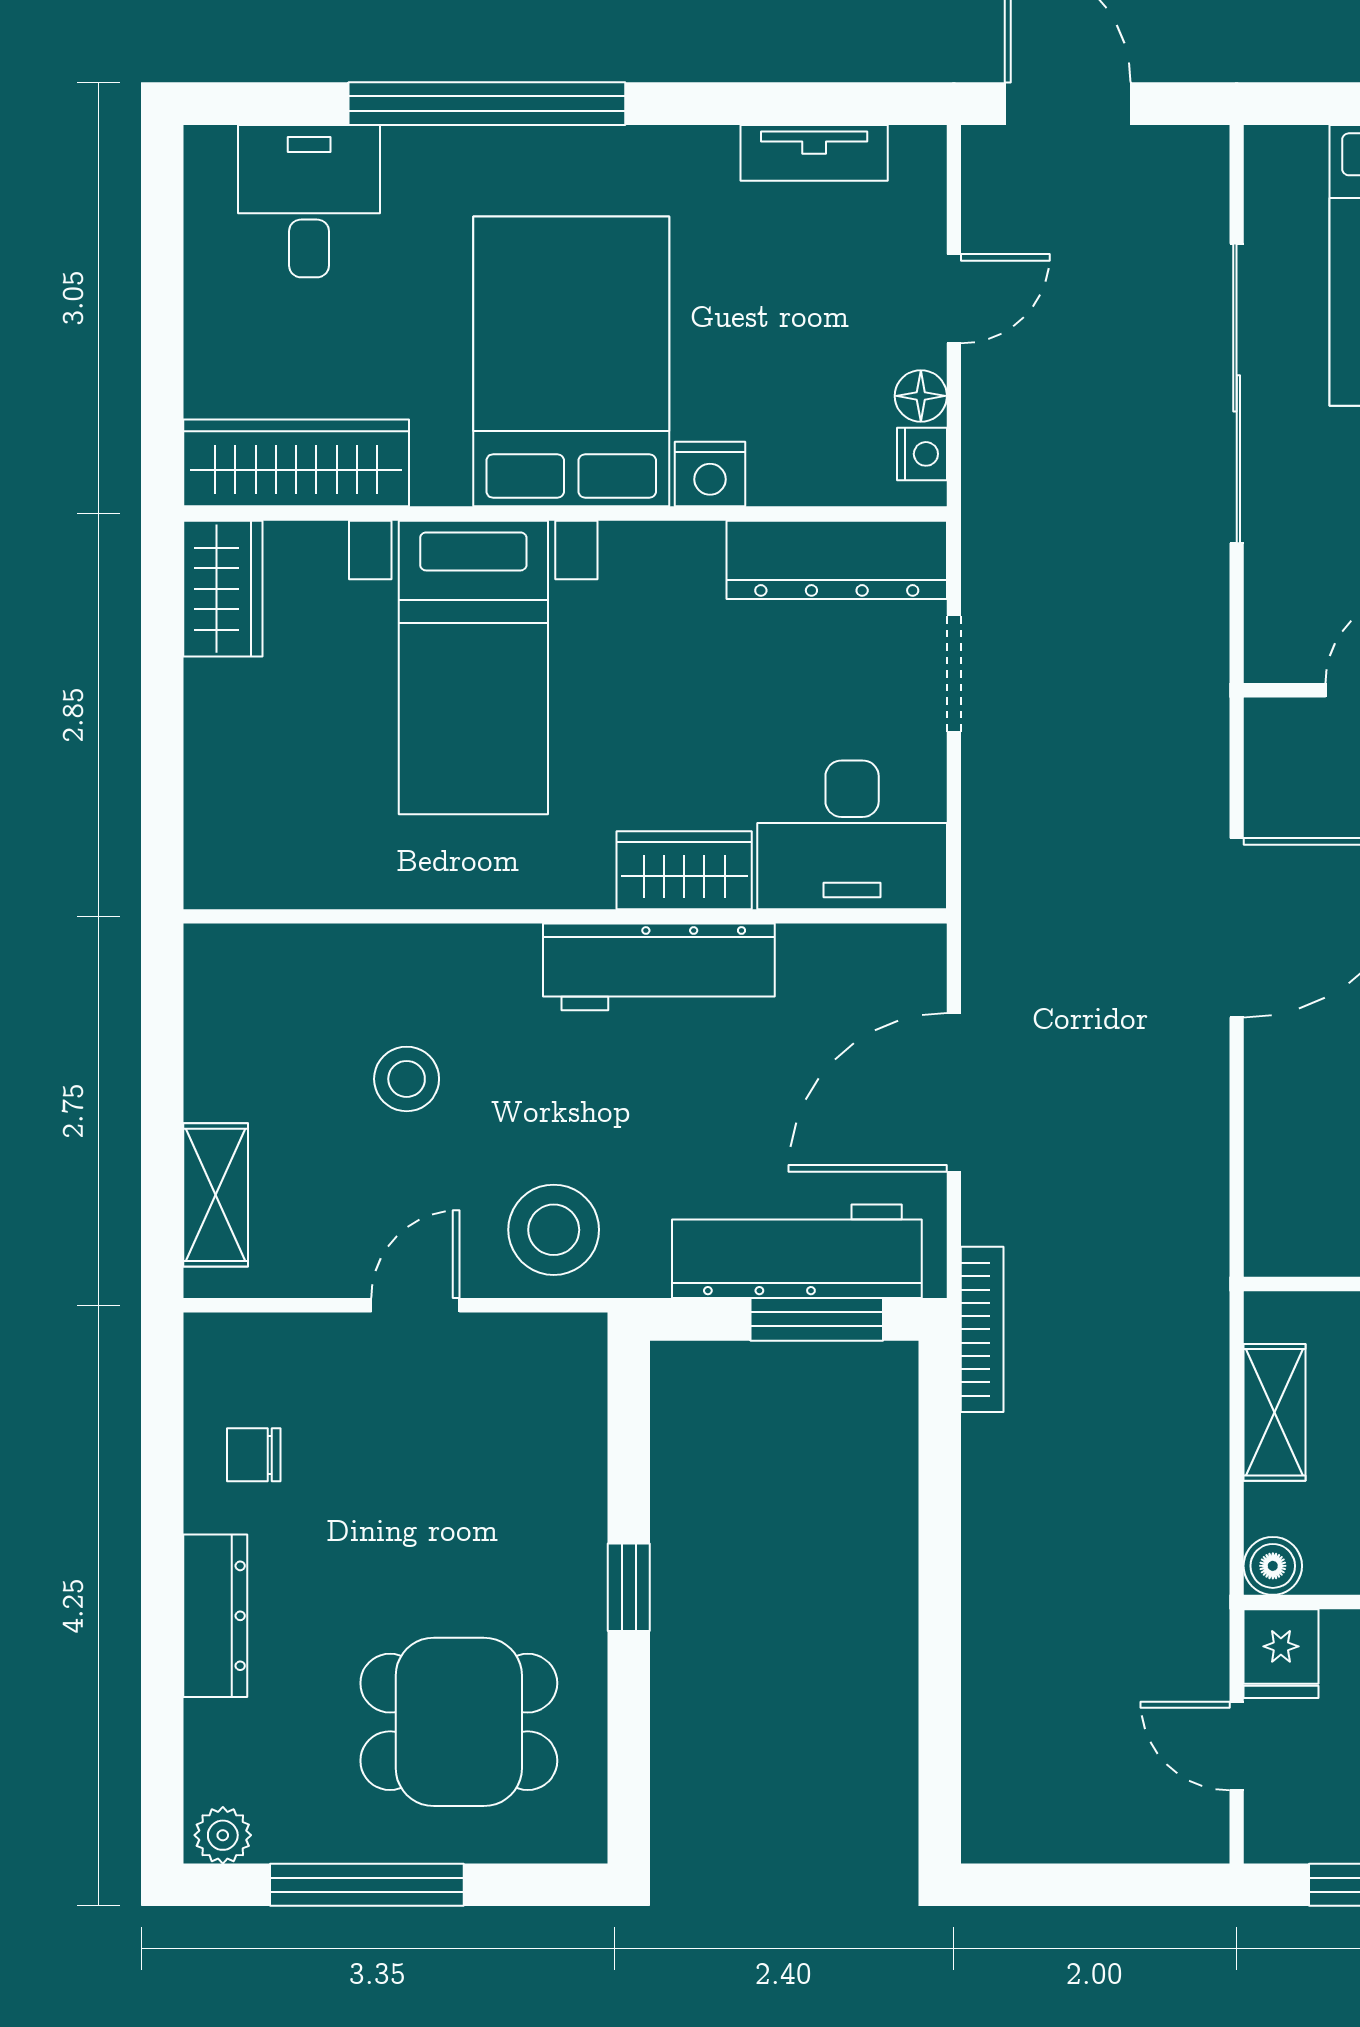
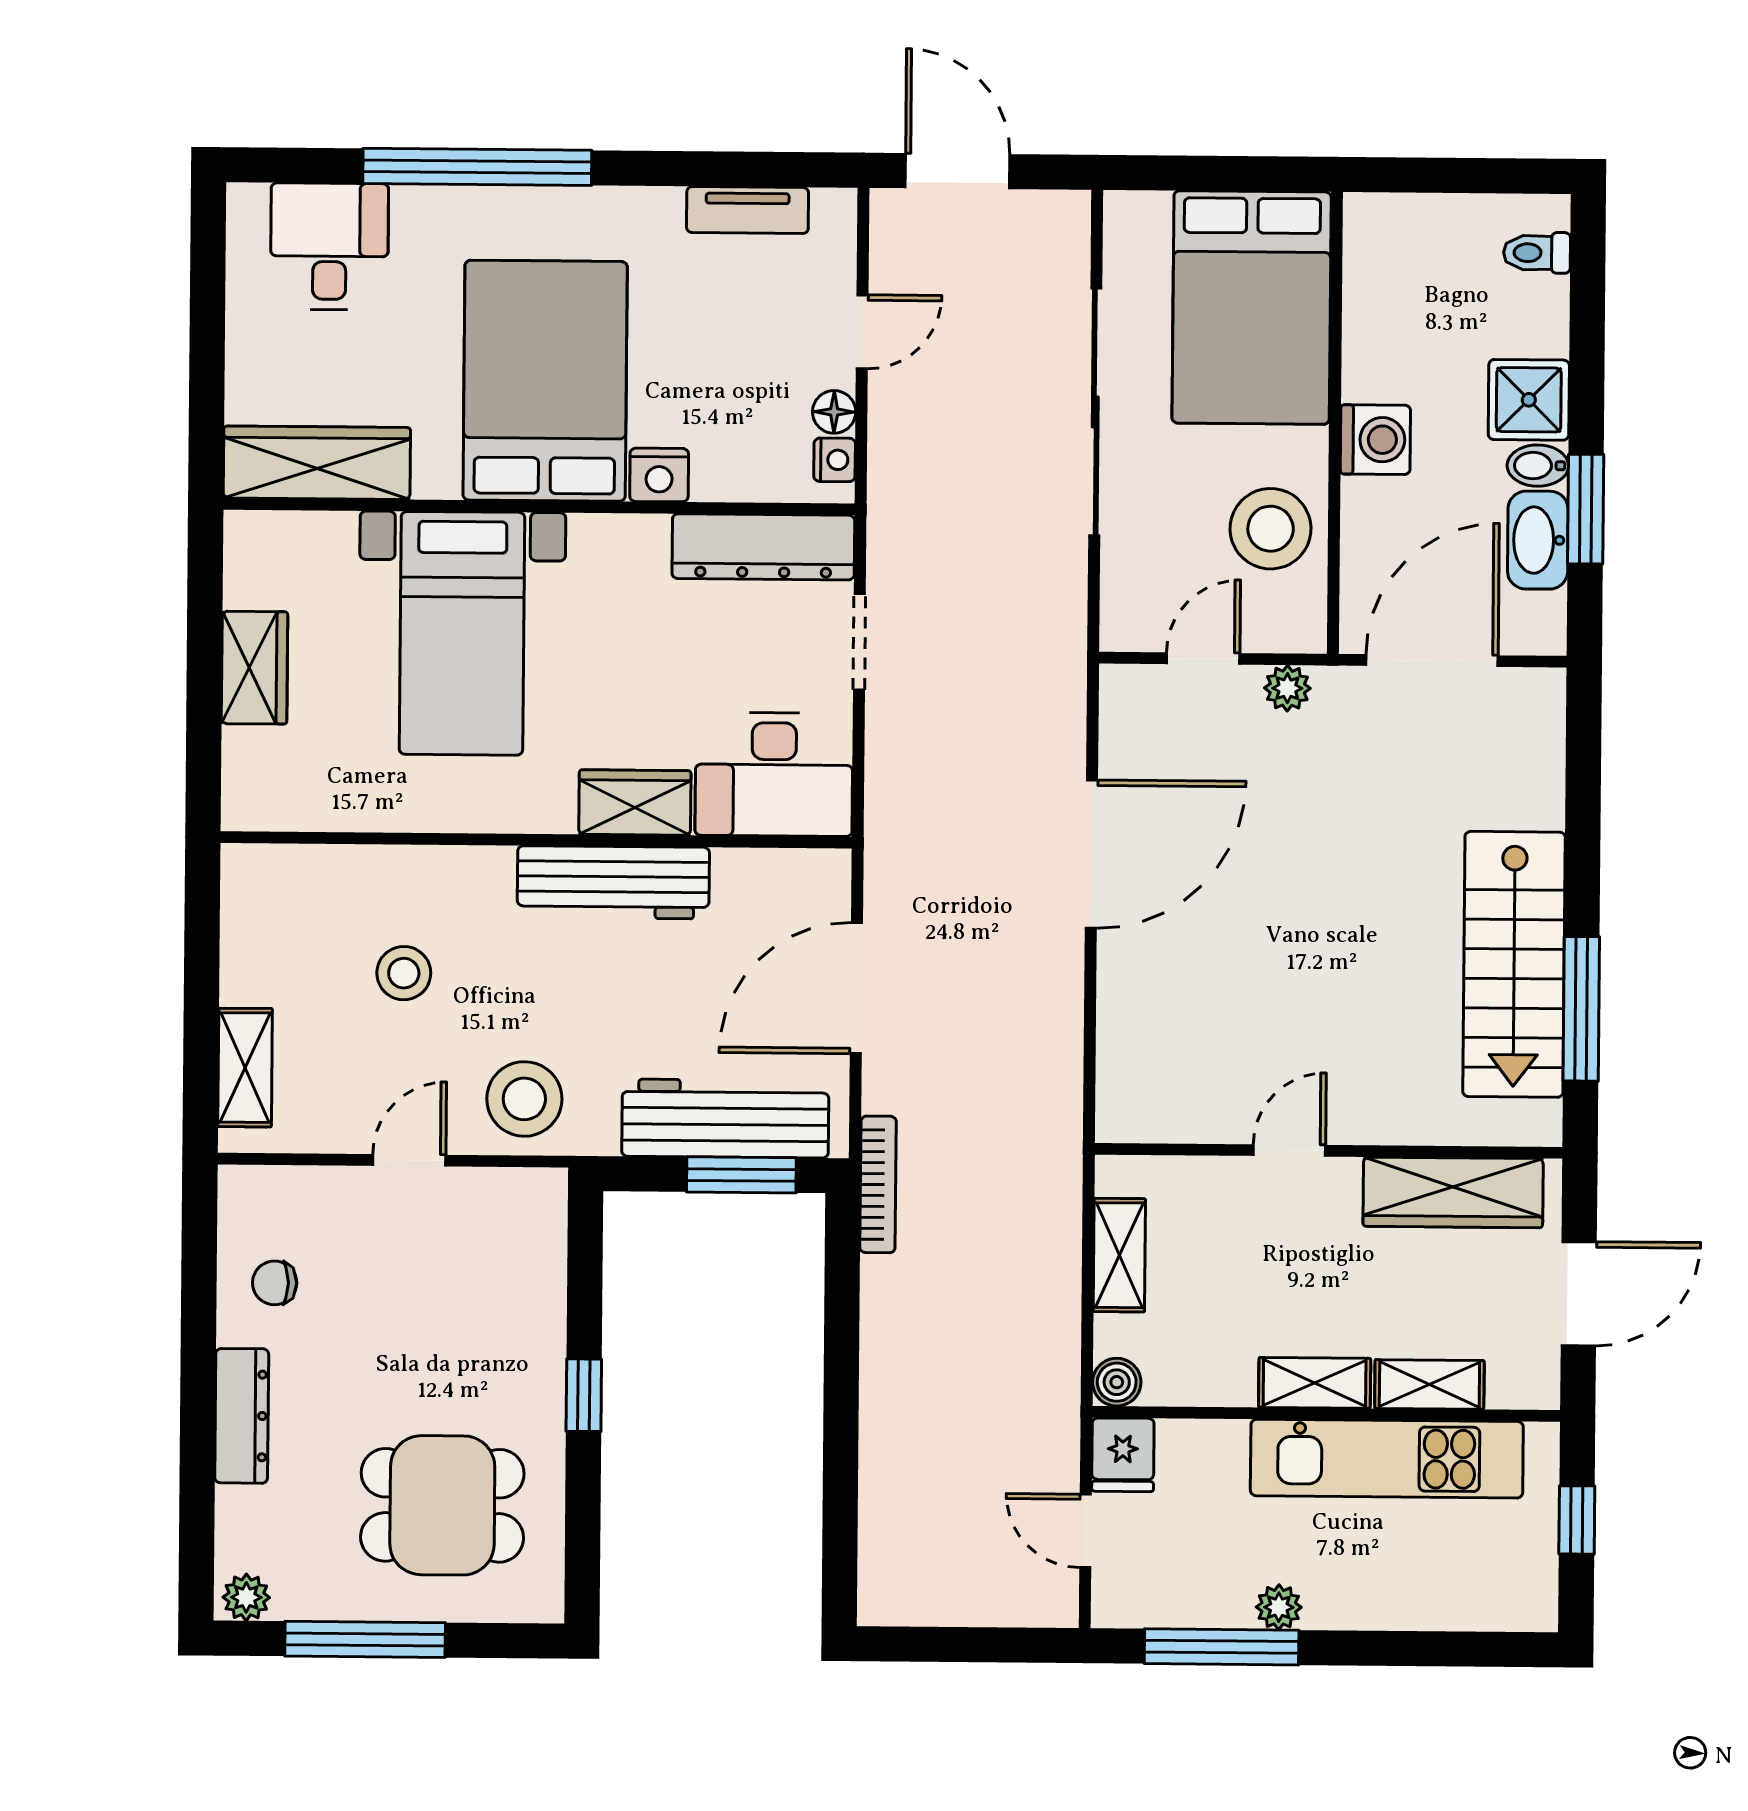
wardrobe: (223, 589) -> (254, 668), moved

